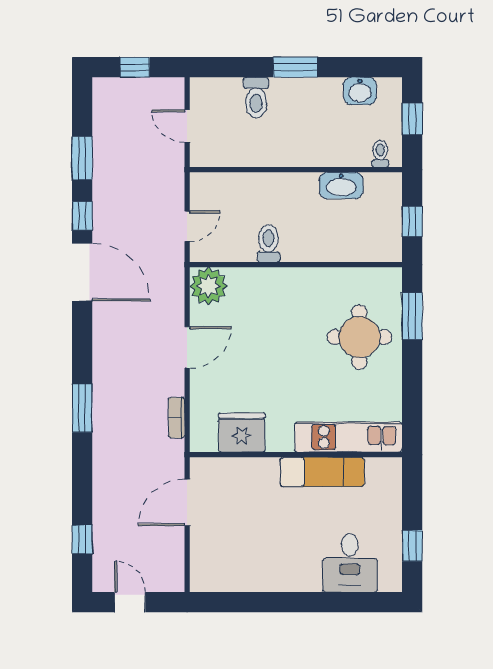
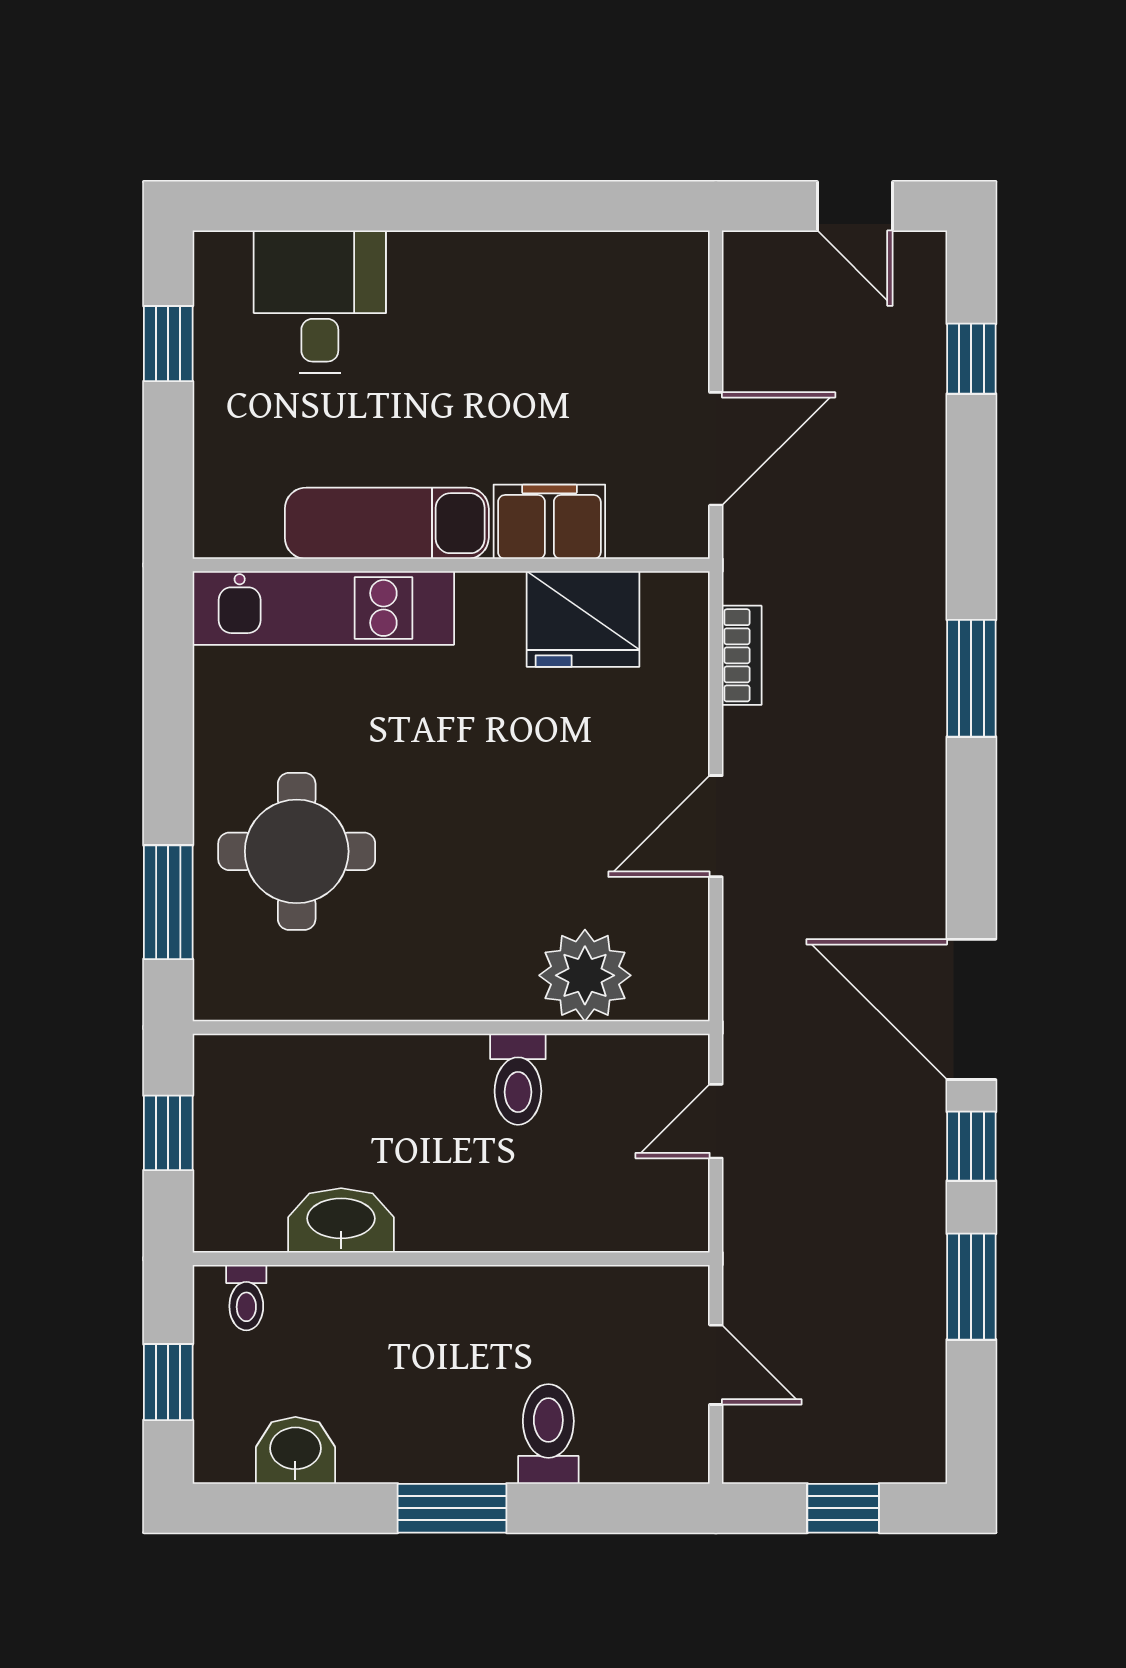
plant: (209, 286) -> (585, 975), moved
filing cabinet: (256, 472) -> (549, 522), added

